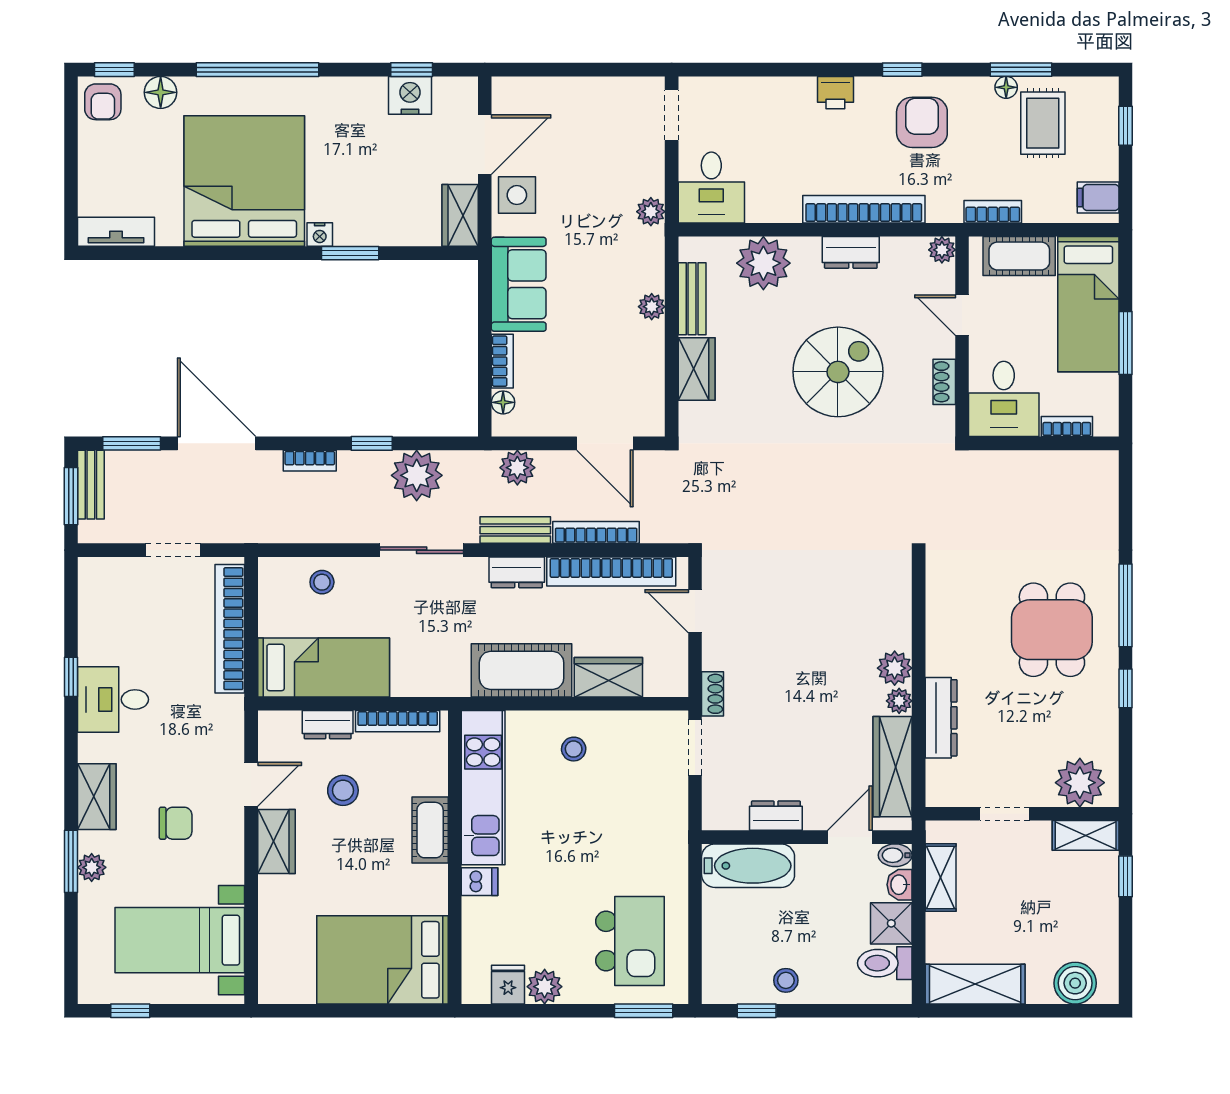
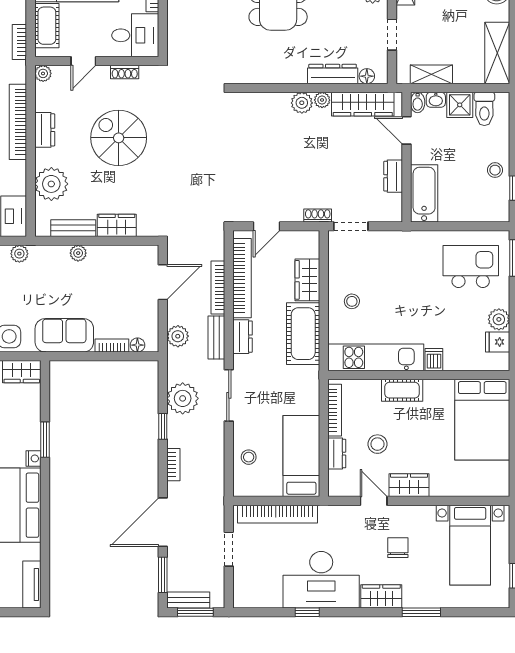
desk: (113, 699) -> (321, 580), width x1.87, depth x1.30
floor lamp: (938, 773) -> (367, 76), added
plant: (92, 867) -> (425, 600), removed

